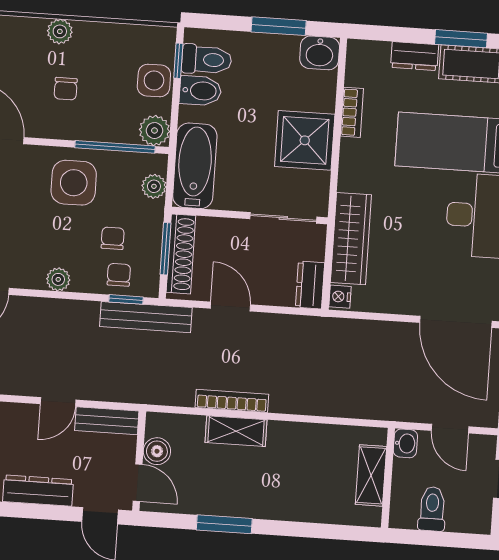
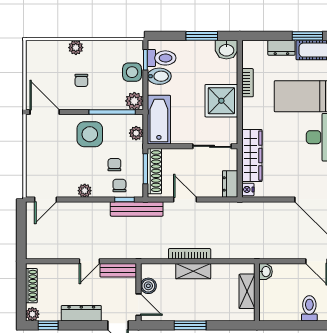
washbasin: (405, 443) -> (266, 272), moved
shelving: (371, 475) -> (247, 291), moved
wall: (388, 478) -> (257, 292), moved

